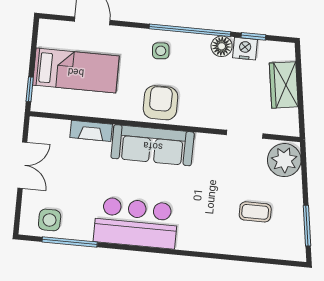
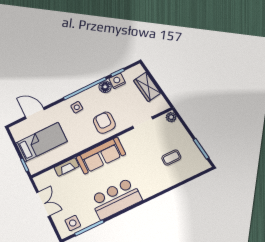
armchair: (161, 103) -> (104, 123), moved
plant: (284, 160) -> (171, 117), width x0.53, depth x0.53

